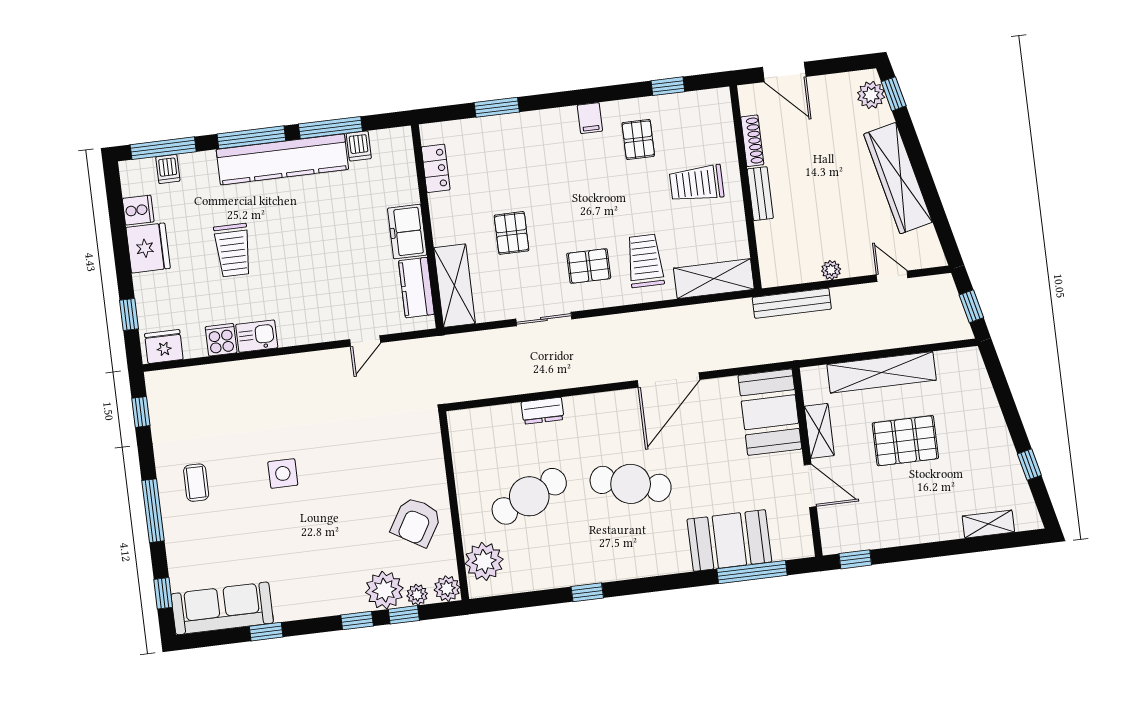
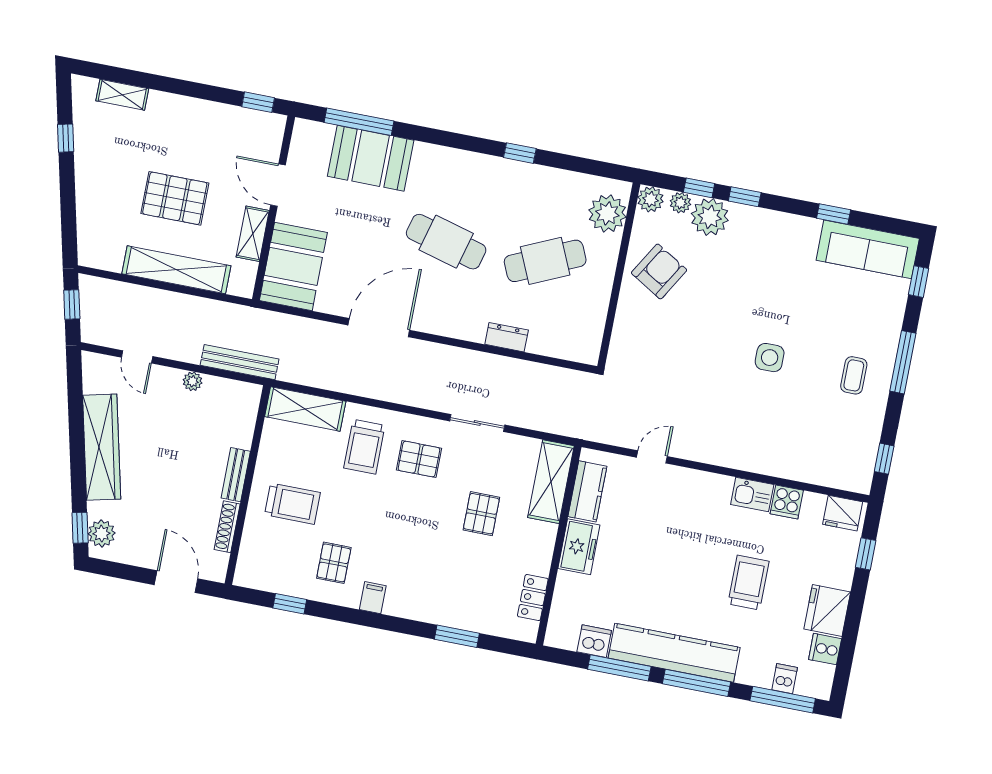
dishwasher: (359, 146) -> (594, 641), width x1.38

